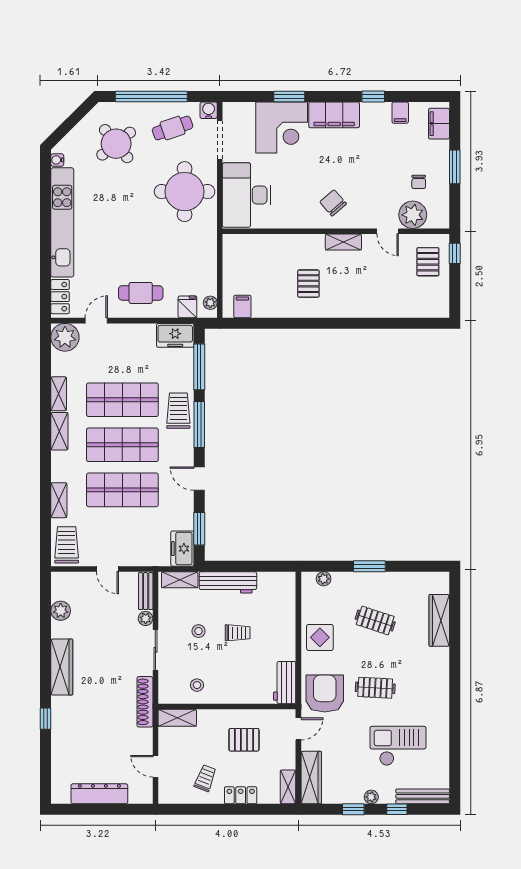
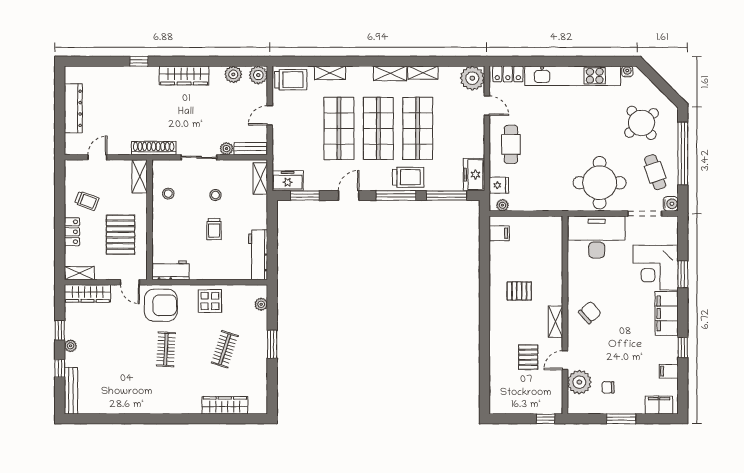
pallet: (428, 262) -> (528, 357), moved, turned 90
plant: (61, 582) -> (258, 75), added
workbench: (228, 582) -> (258, 255), moved
pallet: (244, 740) -> (121, 235), width x1.50, depth x1.42
checkout: (398, 746) -> (115, 369), removed

